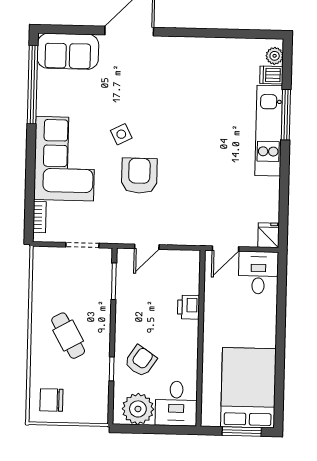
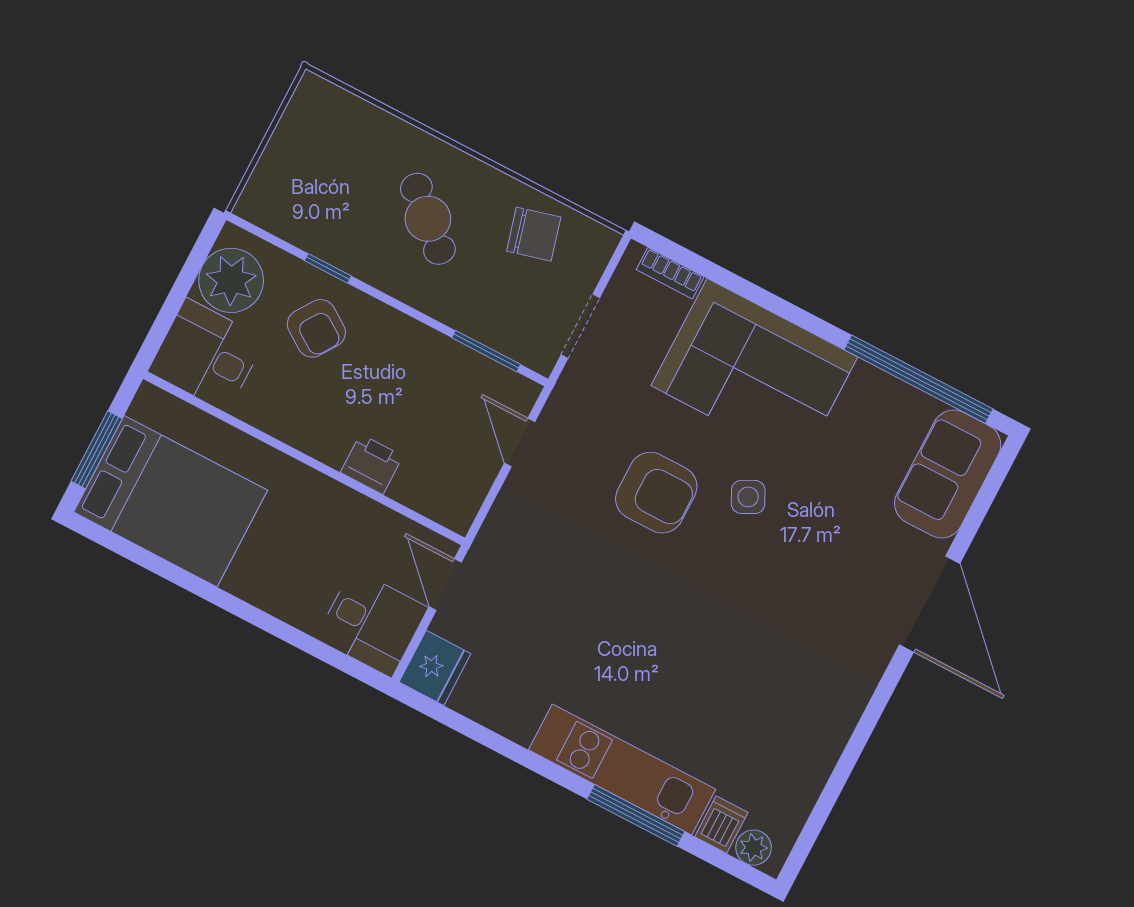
fridge: (268, 235) -> (435, 668), width x1.38
cafe table: (68, 336) -> (428, 219), turned 71
chair: (51, 400) -> (534, 234), moved, turned 75

